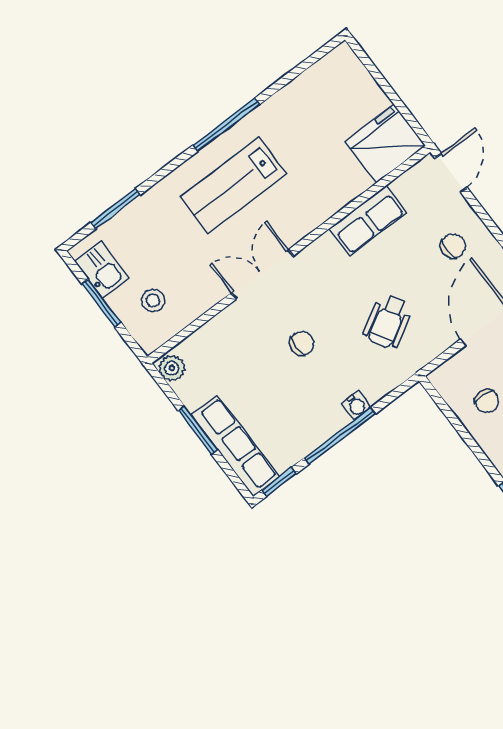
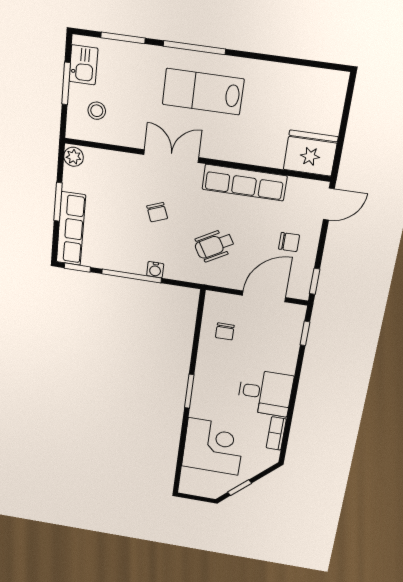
window: (226, 125) -> (194, 48), moved
row of seats: (368, 221) -> (244, 183), width x1.48
chair: (302, 343) -> (157, 212), turned 69

